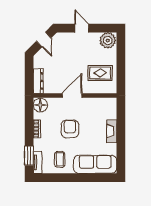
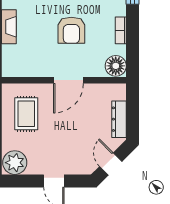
rug: (100, 73) -> (26, 114), turned 90
dresser: (38, 81) -> (119, 119), moved

